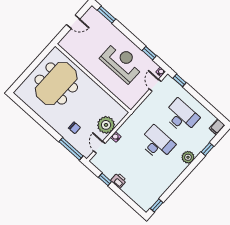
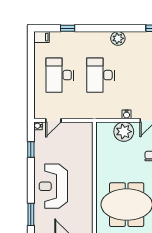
reception desk: (122, 62) -> (53, 186), moved
window: (180, 80) -> (31, 103), removed
plant: (188, 157) -> (118, 38), moved

